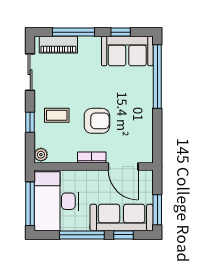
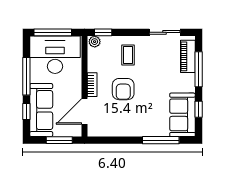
window: (157, 77) -> (161, 140), width x0.68
window: (30, 122) -> (103, 32), moved
window: (157, 210) -> (59, 140), moved

